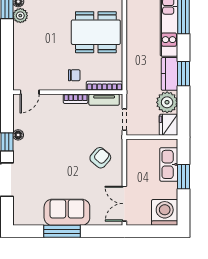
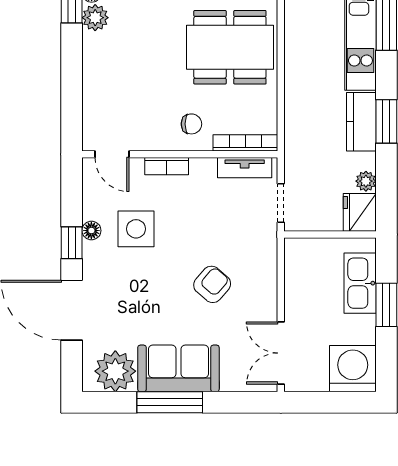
door: (30, 92) -> (112, 154), hinge flipped
bookcase: (76, 99) -> (167, 166), moved
plant: (167, 102) -> (366, 181), width x0.53, depth x0.53
side table: (43, 134) -> (136, 229), added
armchair: (100, 158) -> (212, 284), moved
plant: (32, 214) -> (115, 371), added

